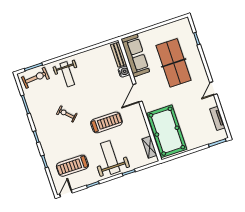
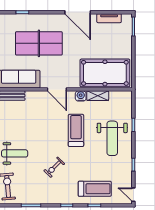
water cooler: (124, 72) -> (81, 96), moved
door: (213, 88) -> (78, 12), width x1.87
shelving: (149, 147) -> (98, 96), moved
weight bench: (110, 157) -> (112, 138), turned -90
treadmill: (72, 166) -> (95, 189), moved, turned -90

